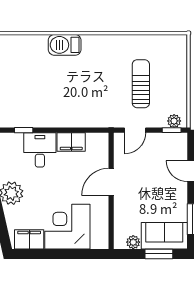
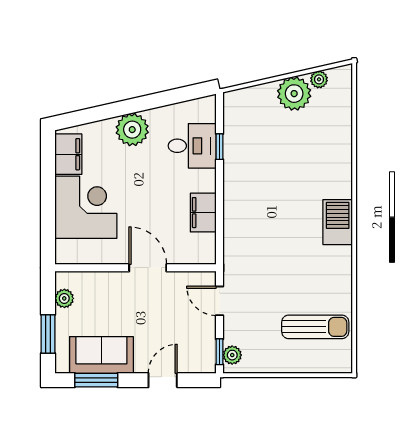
barbecue: (65, 45) -> (338, 222), moved
sun lounger: (141, 84) -> (315, 327), moved
desk: (40, 150) -> (192, 146), moved
sofa: (164, 236) -> (101, 355), moved, turned -90

